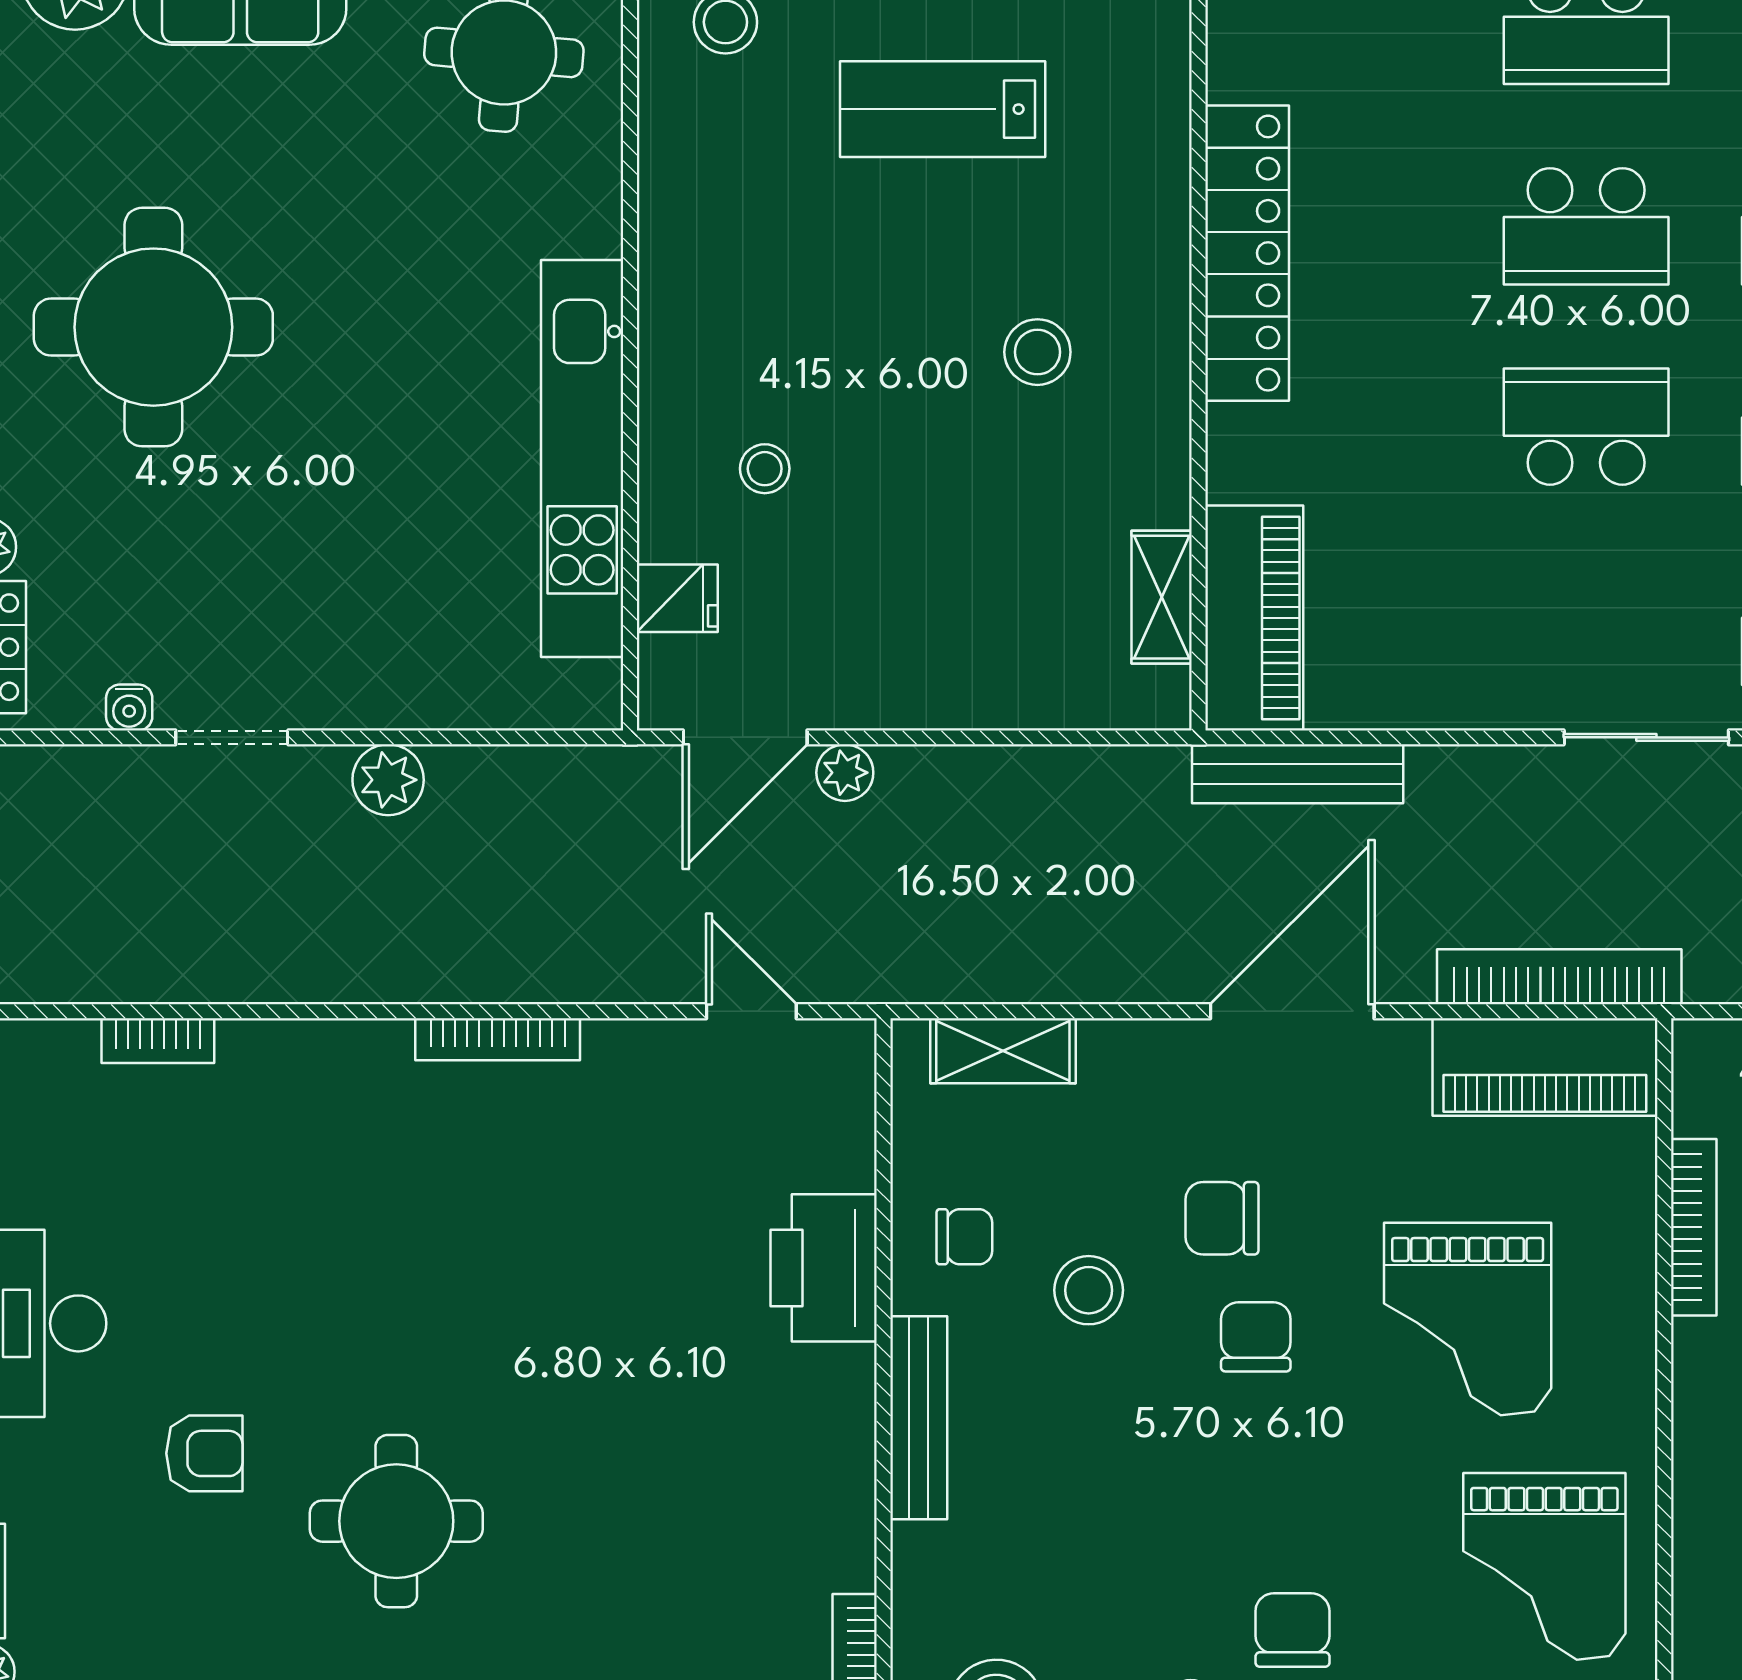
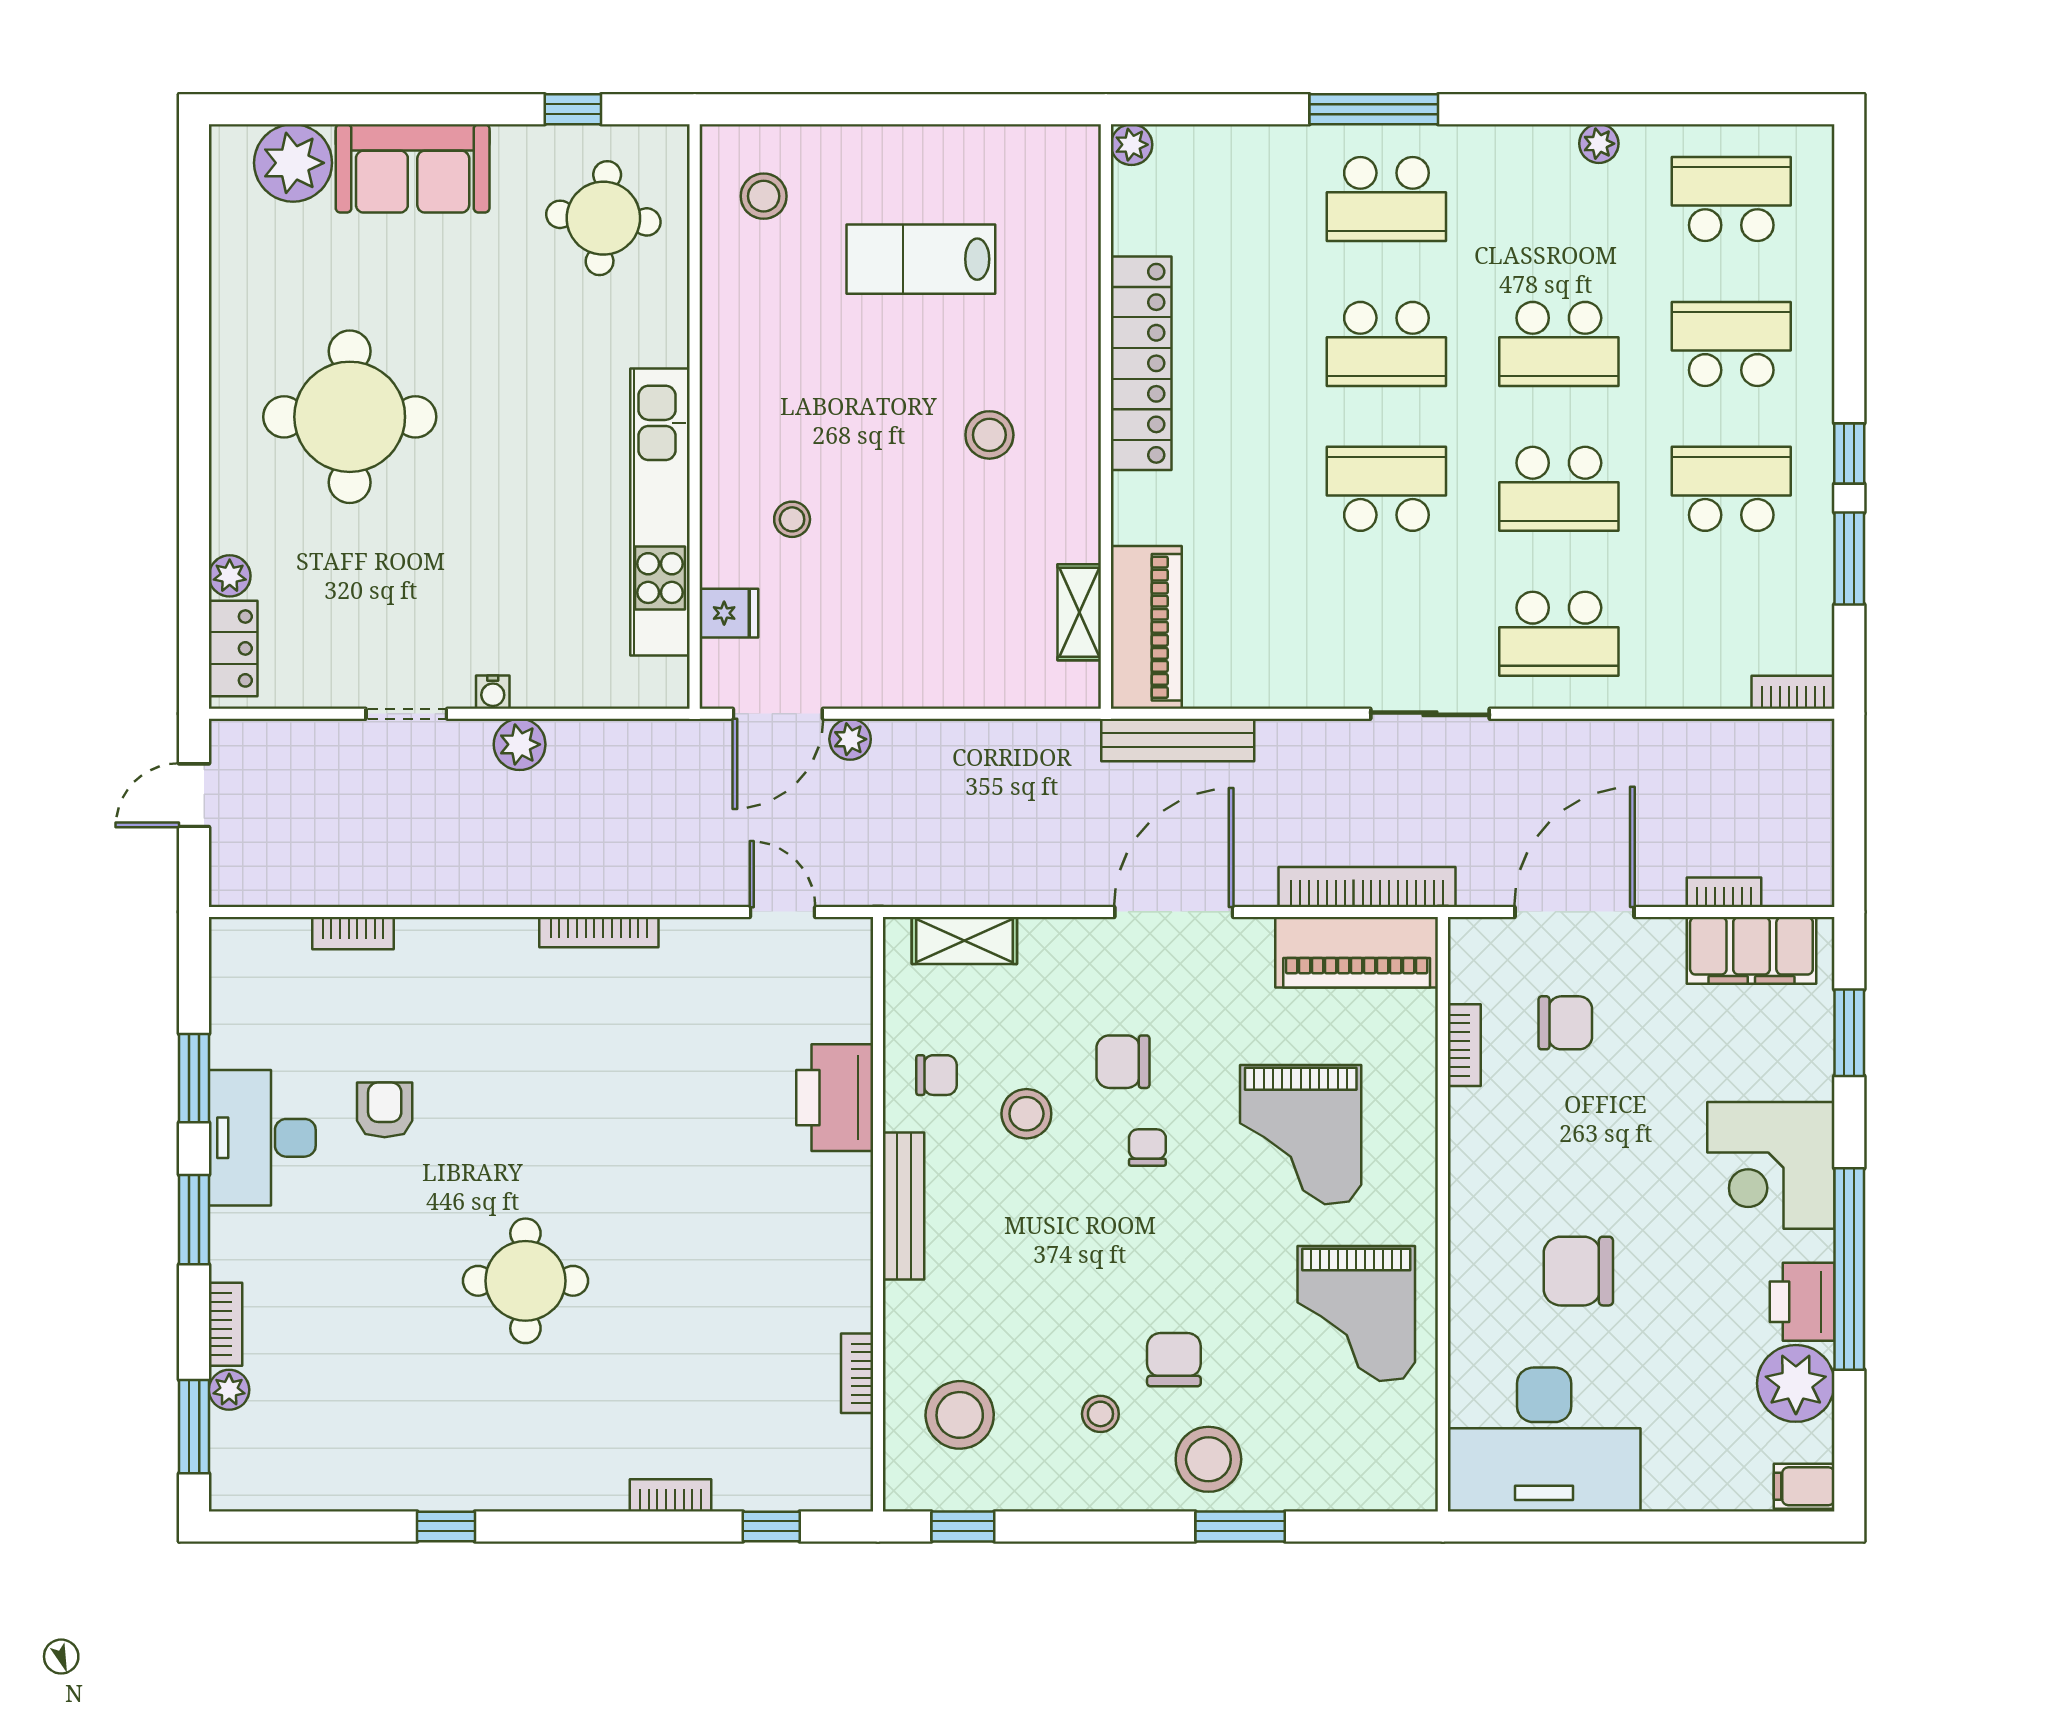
water cooler: (129, 707) -> (493, 692), moved
bookcase: (1694, 1227) -> (1464, 1045), width x0.64
chair: (1256, 1337) -> (1147, 1148), width x0.73, depth x0.73
armchair: (204, 1453) -> (385, 1110), moved, turned -90

